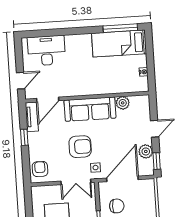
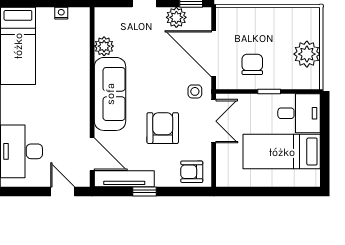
tv unit: (32, 117) -> (124, 179), width x1.41
armchair: (80, 147) -> (163, 128), moved

